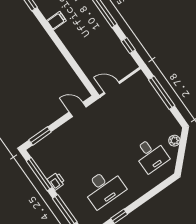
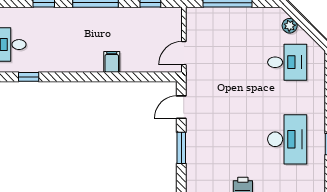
filing cabinet: (56, 21) -> (112, 62), moved
window: (40, 136) -> (181, 148), moved

